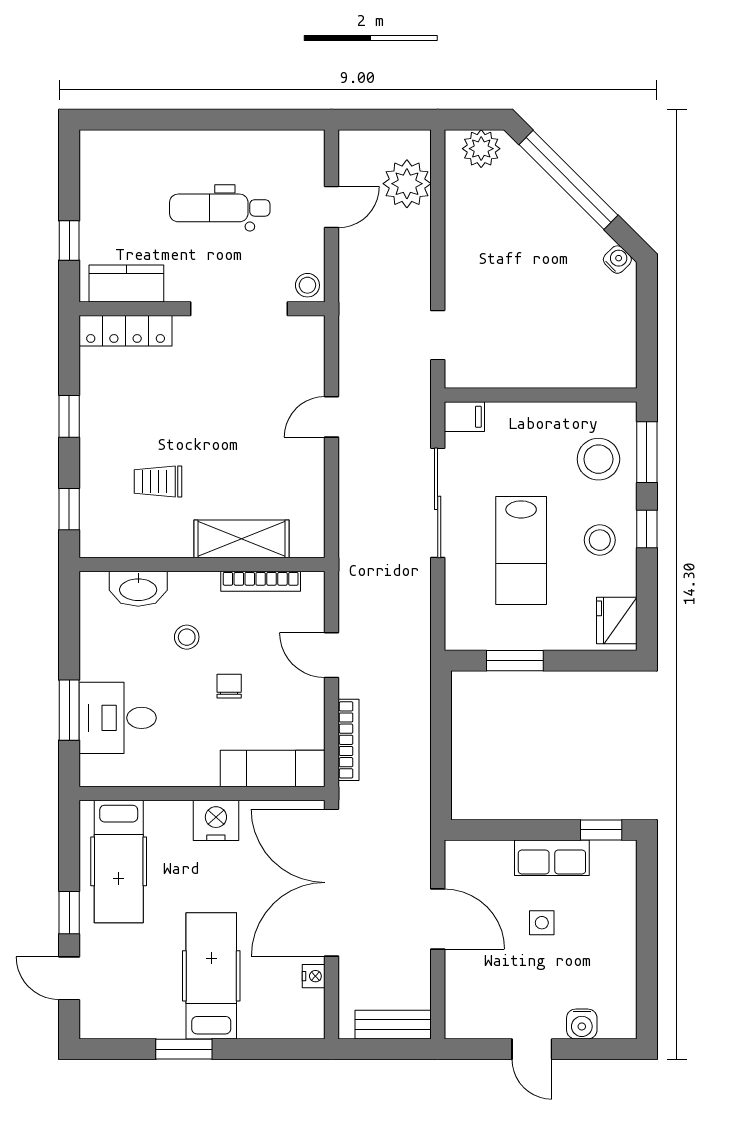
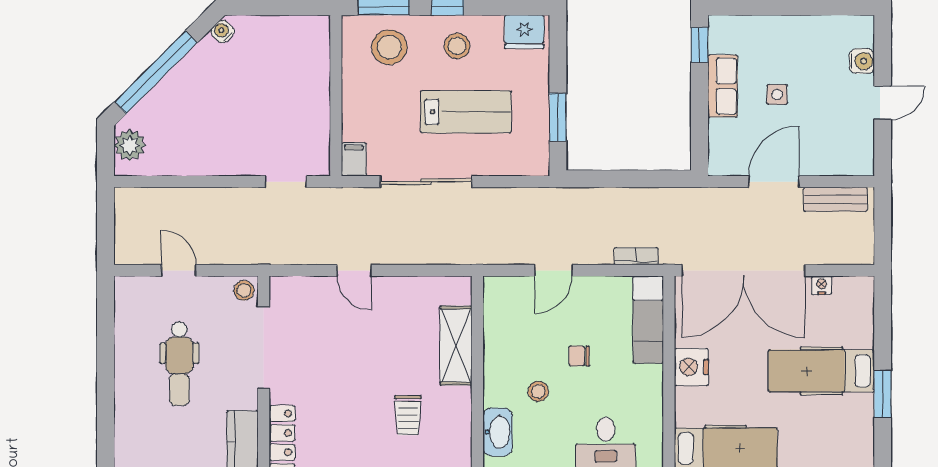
plant: (407, 184) -> (159, 207), removed
bookcase: (261, 581) -> (491, 330), removed
bookcase: (349, 740) -> (636, 256), width x0.64
bench: (393, 1025) -> (836, 199), moved, turned 90

